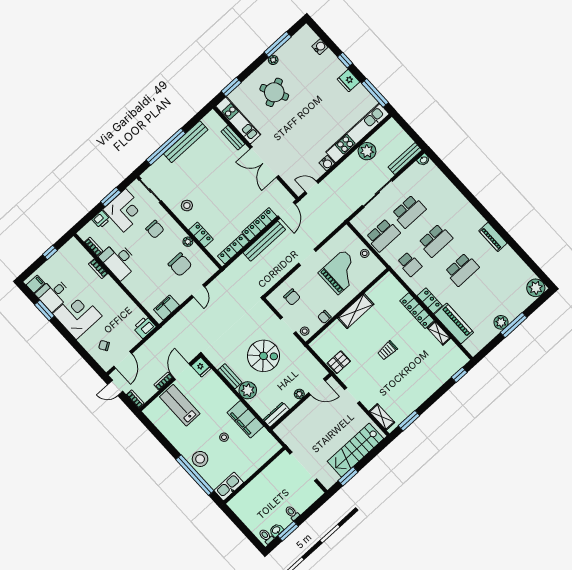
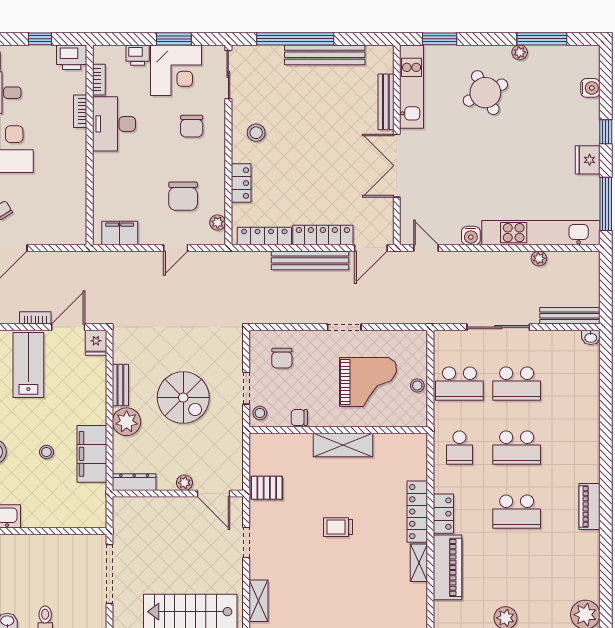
bench: (233, 138) -> (386, 102), width x1.36
plant: (367, 151) -> (539, 258), width x0.53, depth x0.53
plant: (188, 242) -> (218, 223), moved
printer: (144, 327) -> (72, 57), moved, turned 180

